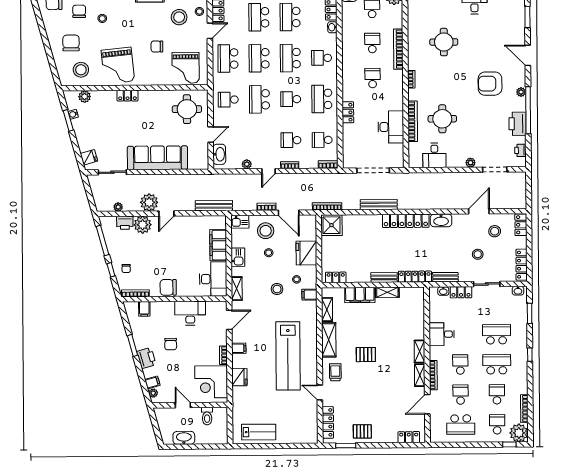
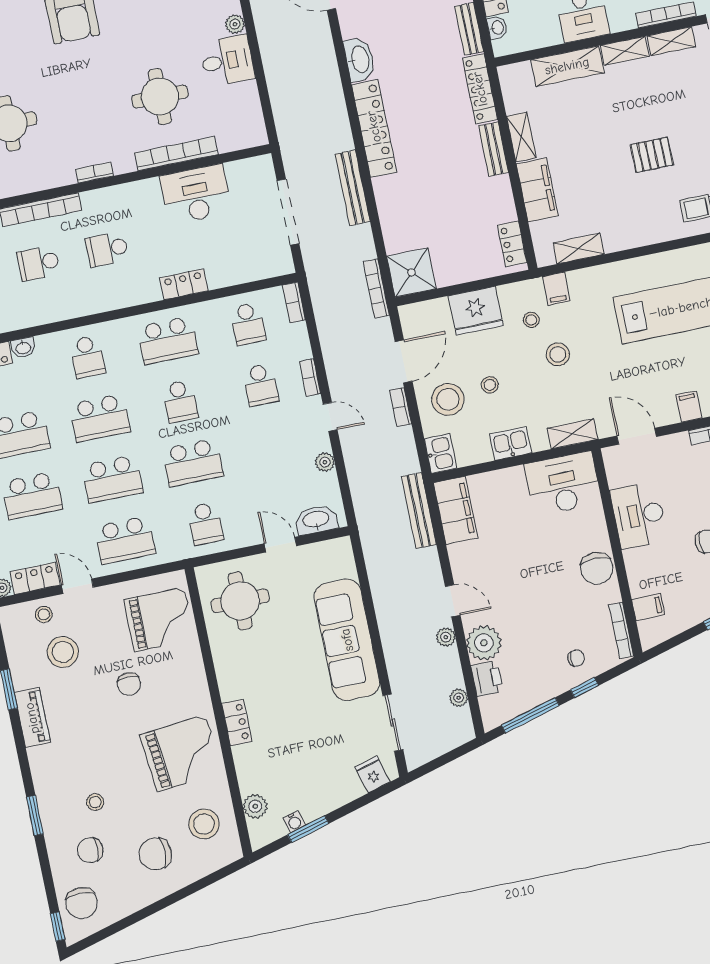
desk: (434, 155) -> (227, 61), moved
plant: (149, 202) -> (446, 637), width x0.53, depth x0.53
filing cabinet: (218, 245) -> (456, 510), moved, turned -90
shelving: (329, 340) -> (567, 66), moved
pallet: (366, 355) -> (652, 155), turned 90

